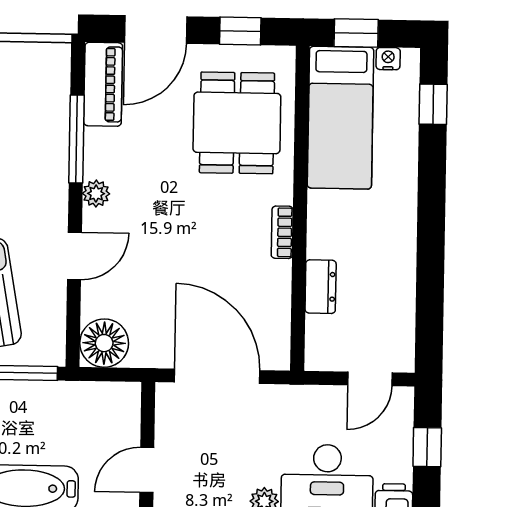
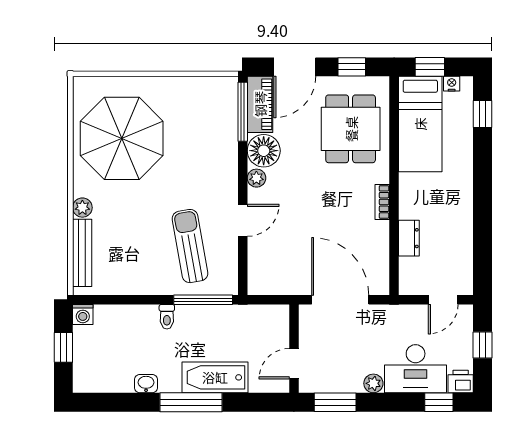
window: (77, 139) -> (243, 112), moved
floor lamp: (104, 343) -> (264, 151), moved

